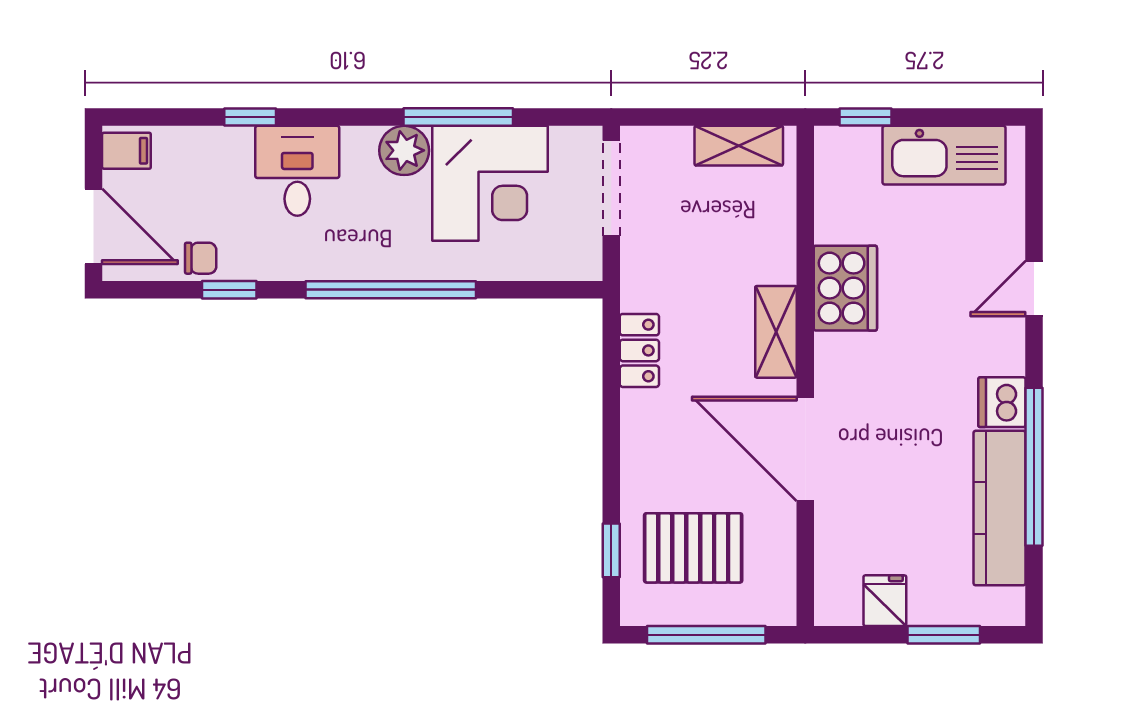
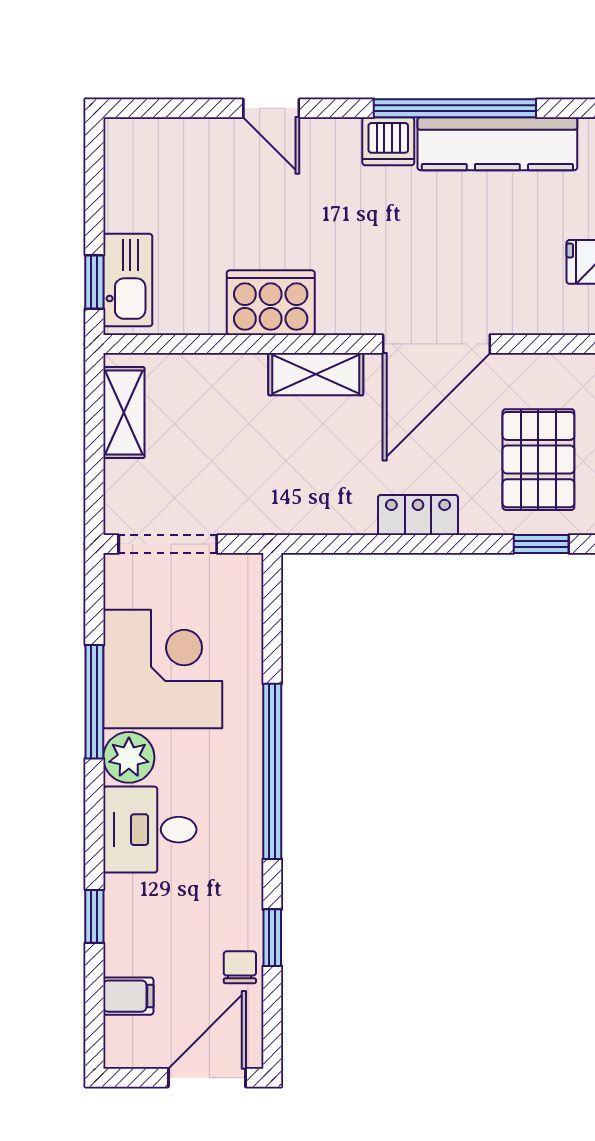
filing cabinet: (126, 151) -> (128, 996), moved, turned 90
kitchen sink: (944, 155) -> (128, 280), moved, width x0.73, depth x0.81
desk: (297, 171) -> (150, 830), moved
locker: (639, 350) -> (418, 515), moved

